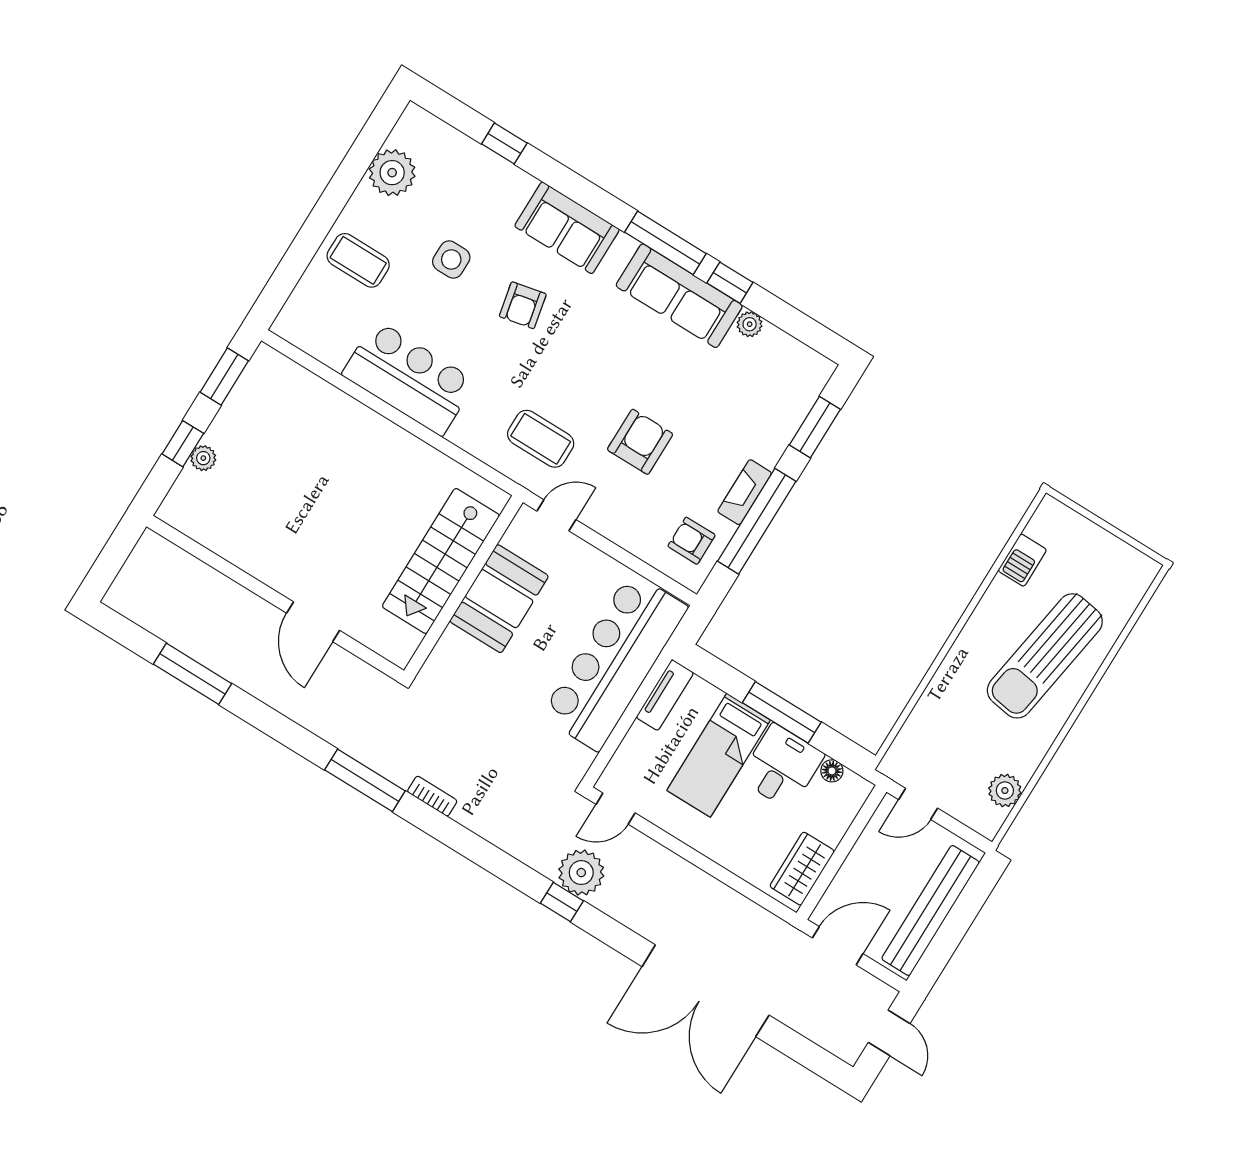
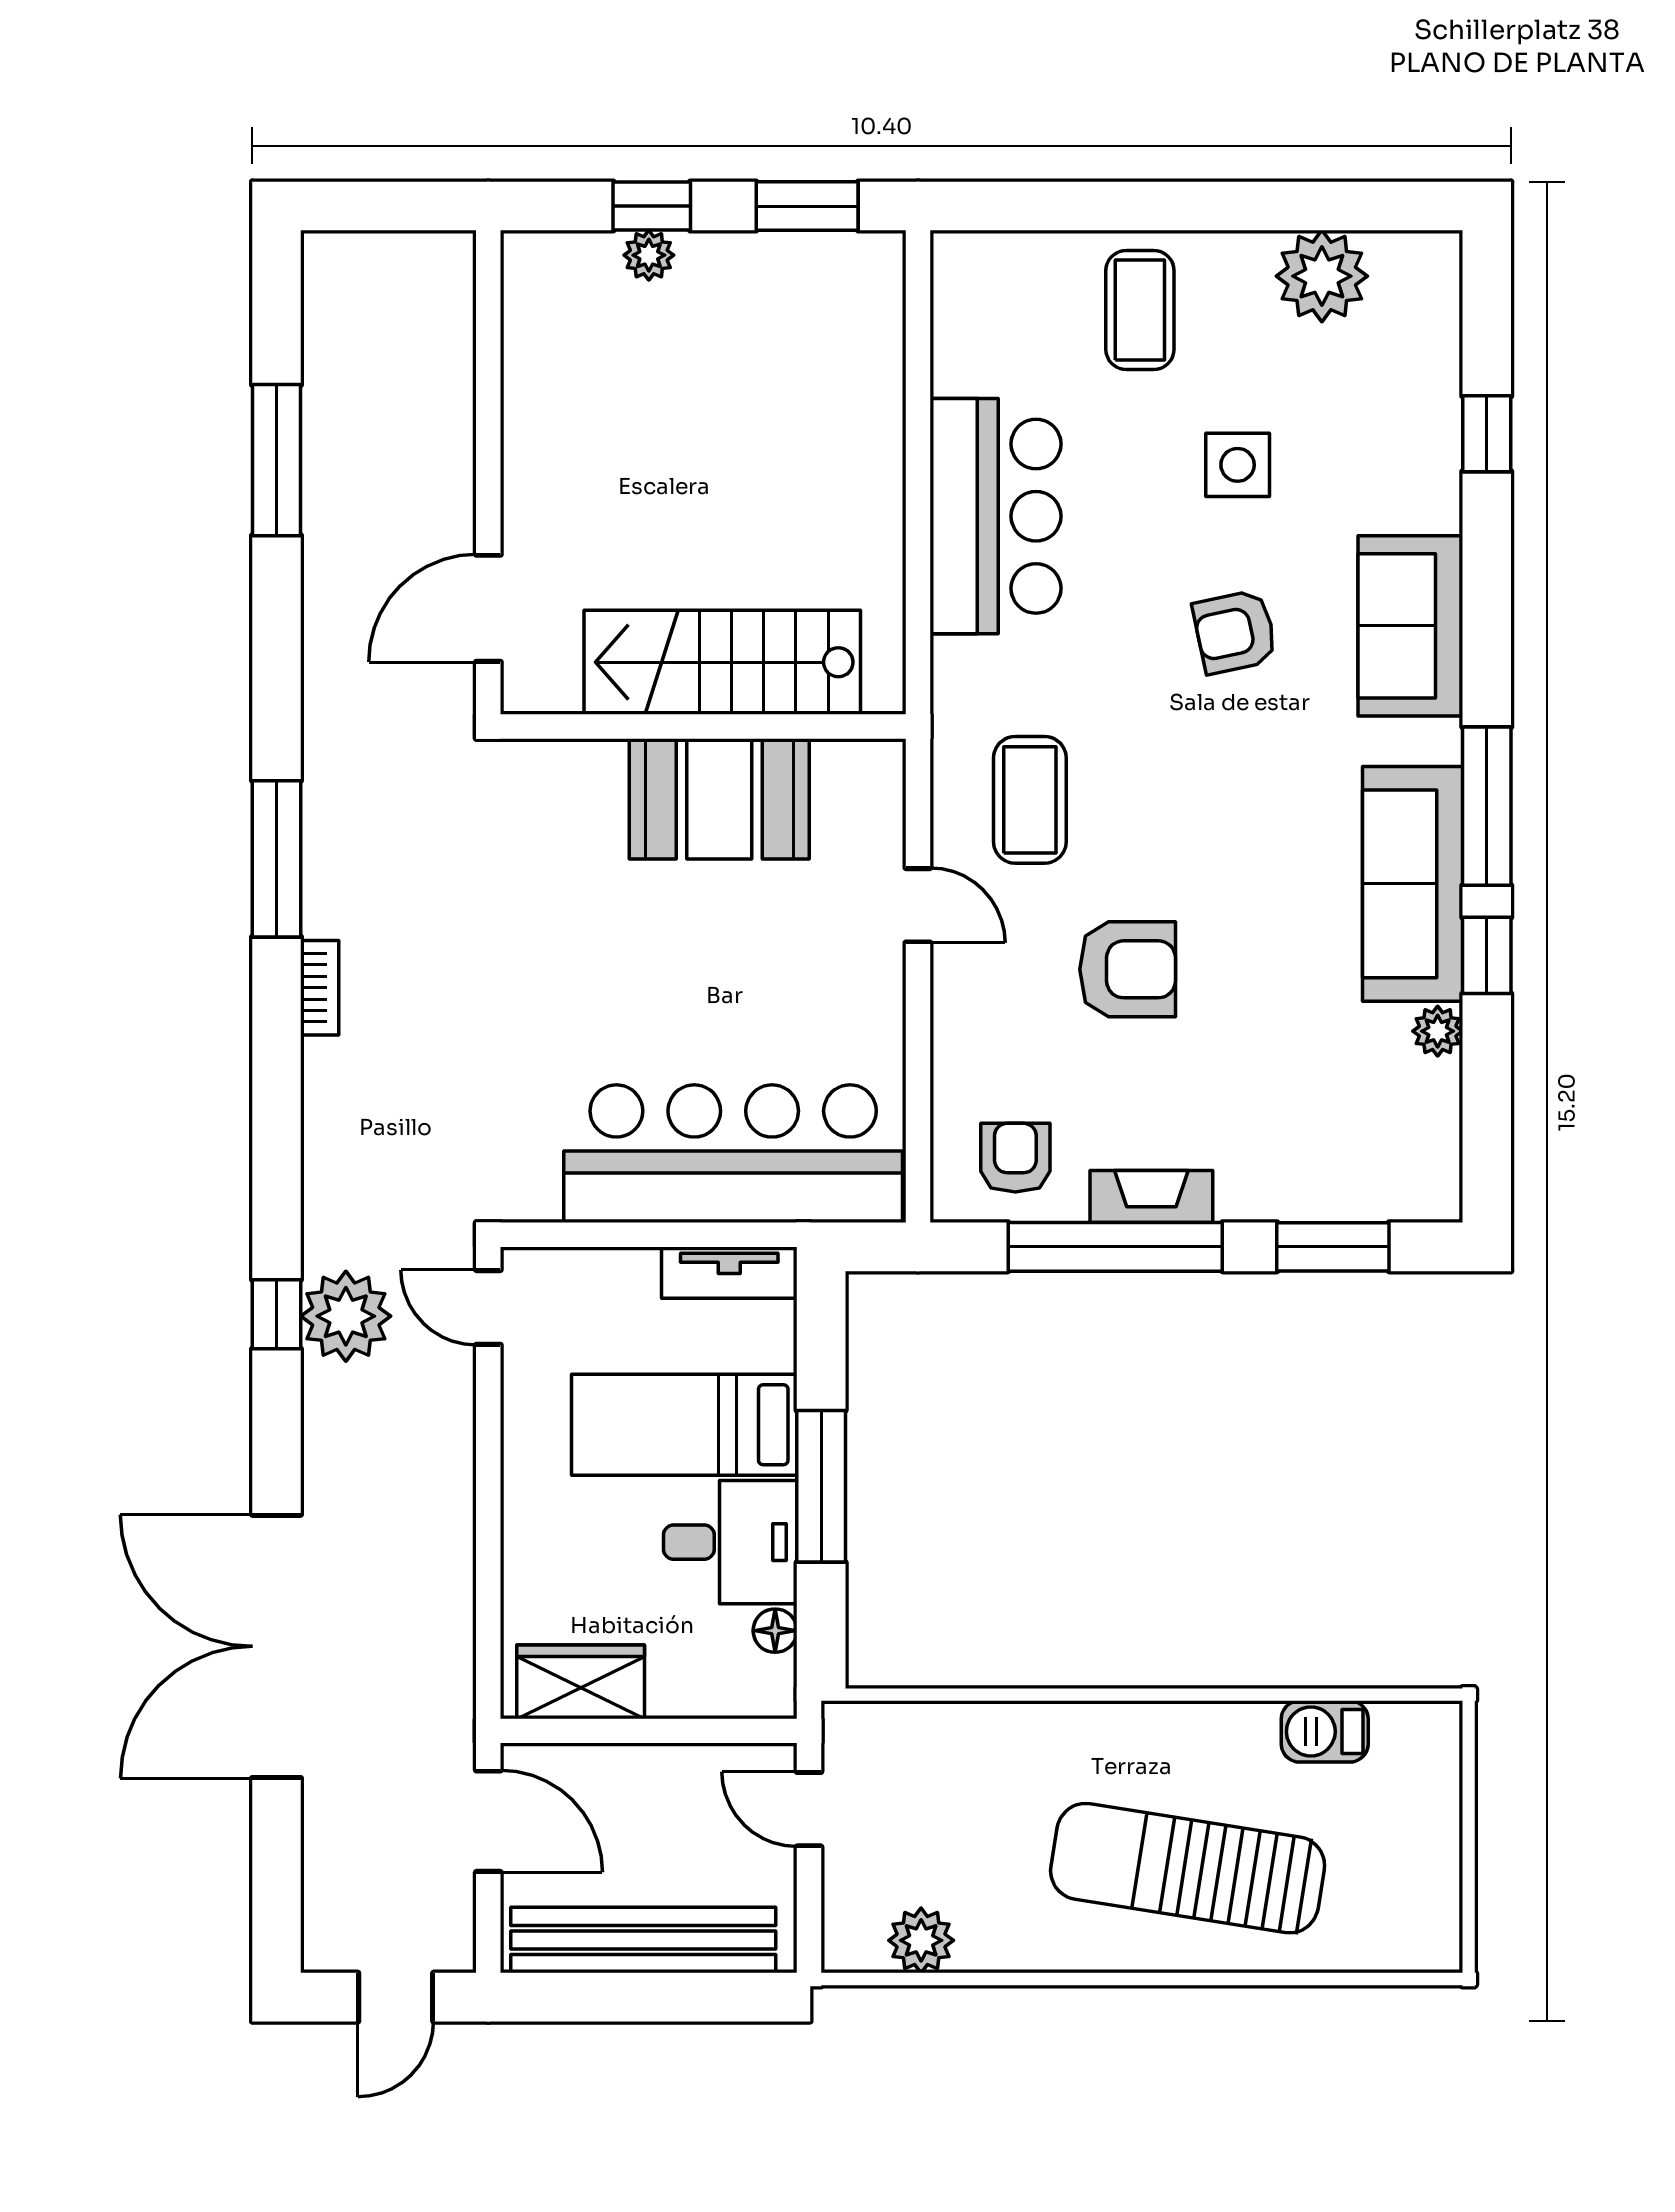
stairs: (441, 561) -> (722, 662), moved
wall: (463, 586) -> (703, 726), moved
booth: (499, 599) -> (719, 799), moved

